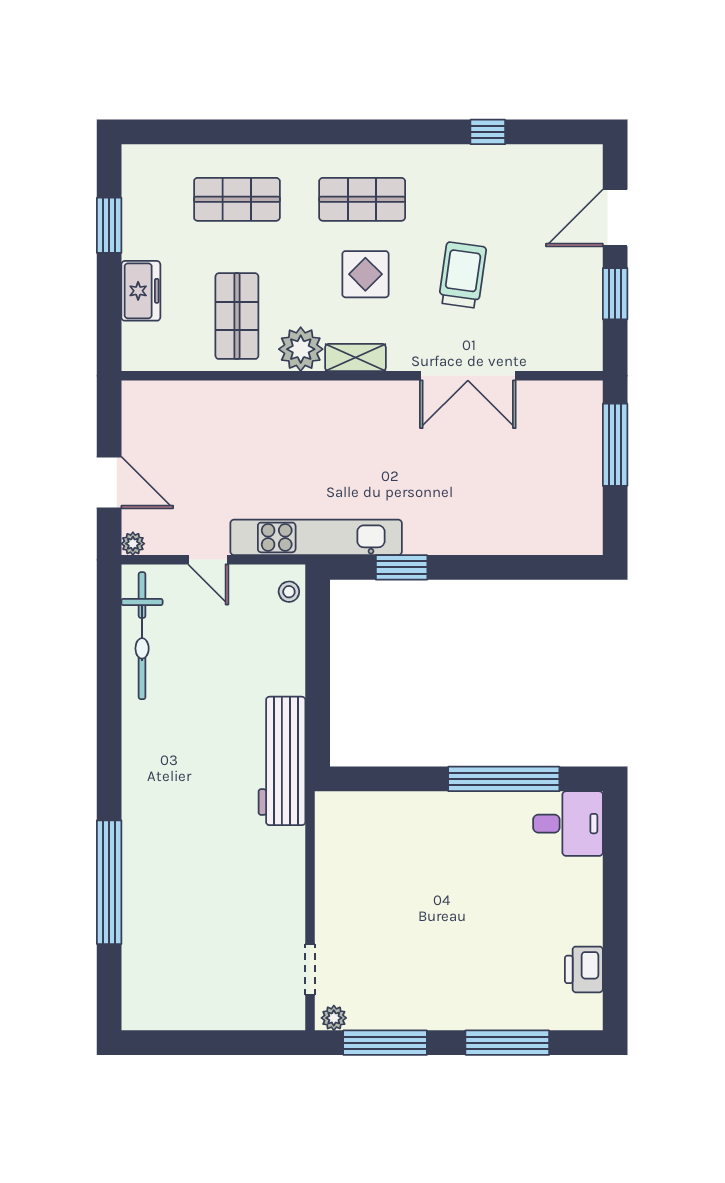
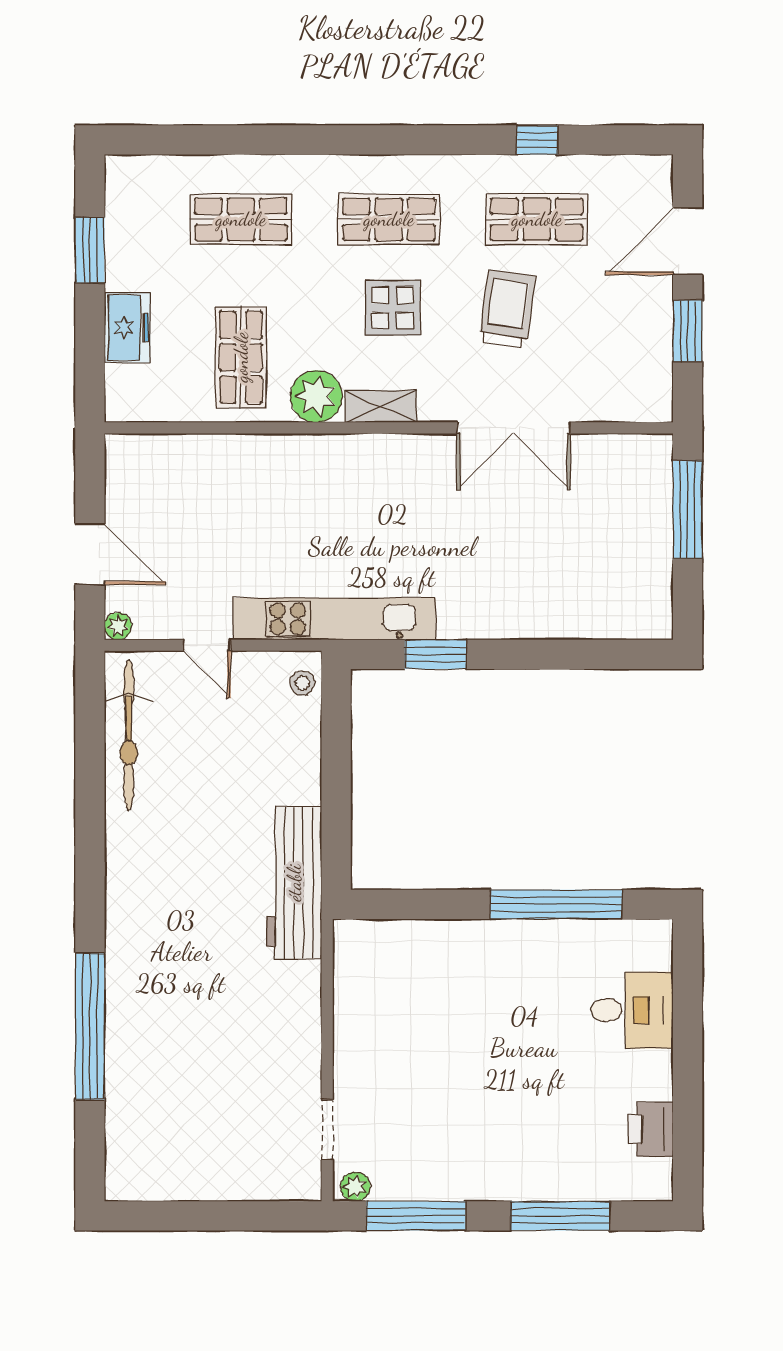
shop shelf: (487, 199) -> (537, 219), added
desk: (568, 824) -> (632, 1010), moved

